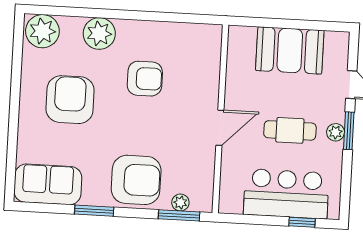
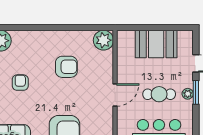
plant: (99, 34) -> (103, 40), moved
armchair: (70, 100) -> (20, 83), width x0.53, depth x0.53

